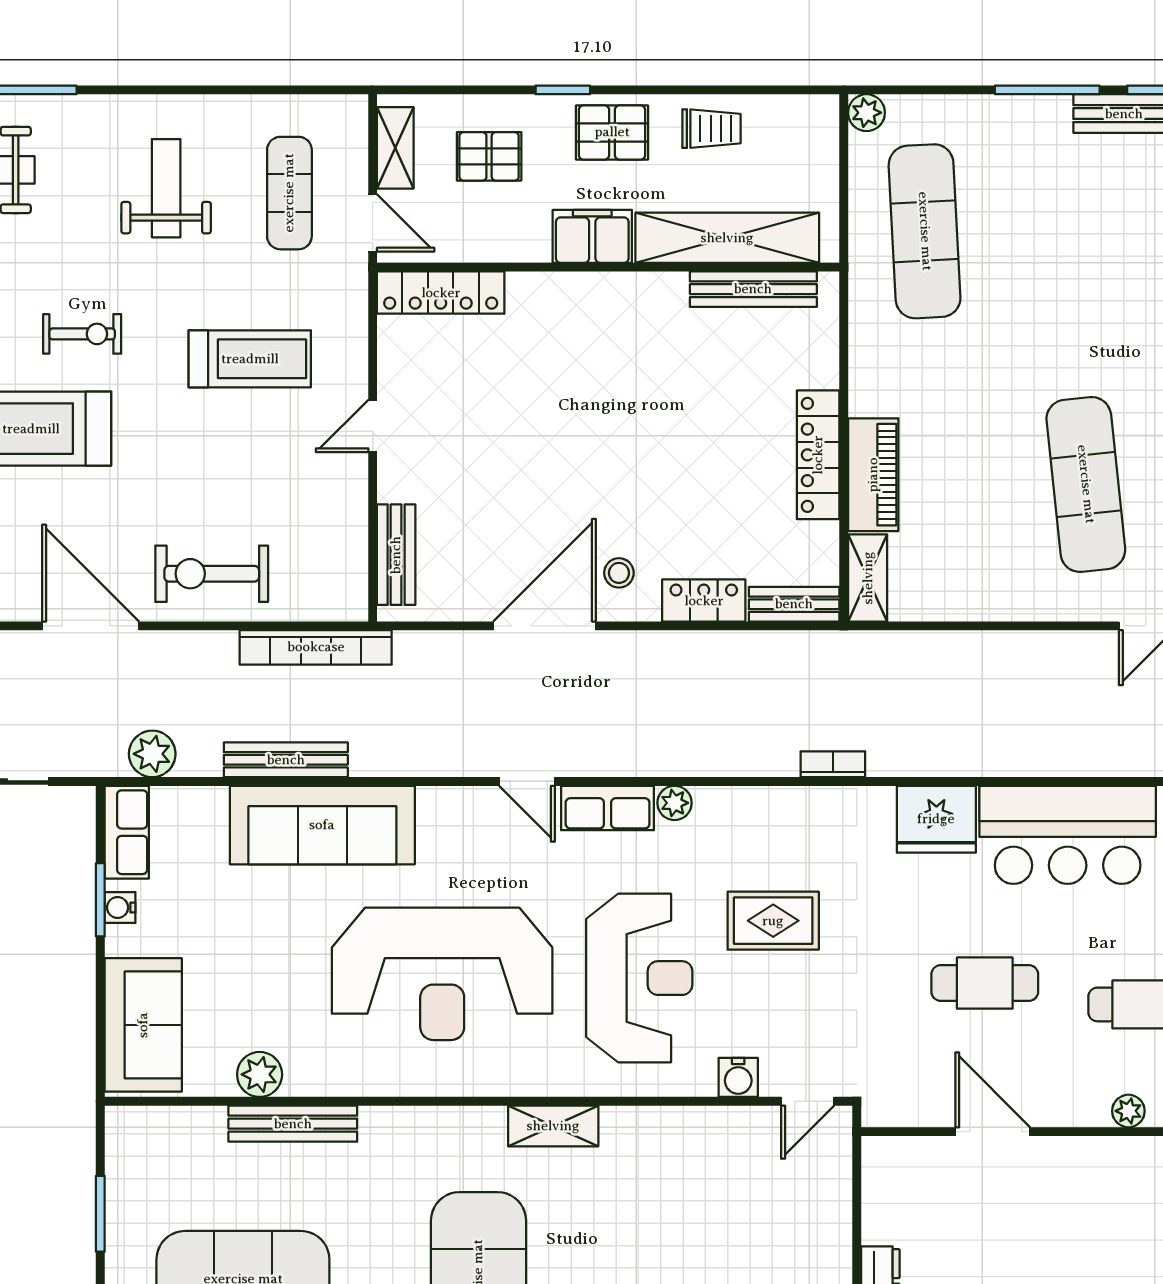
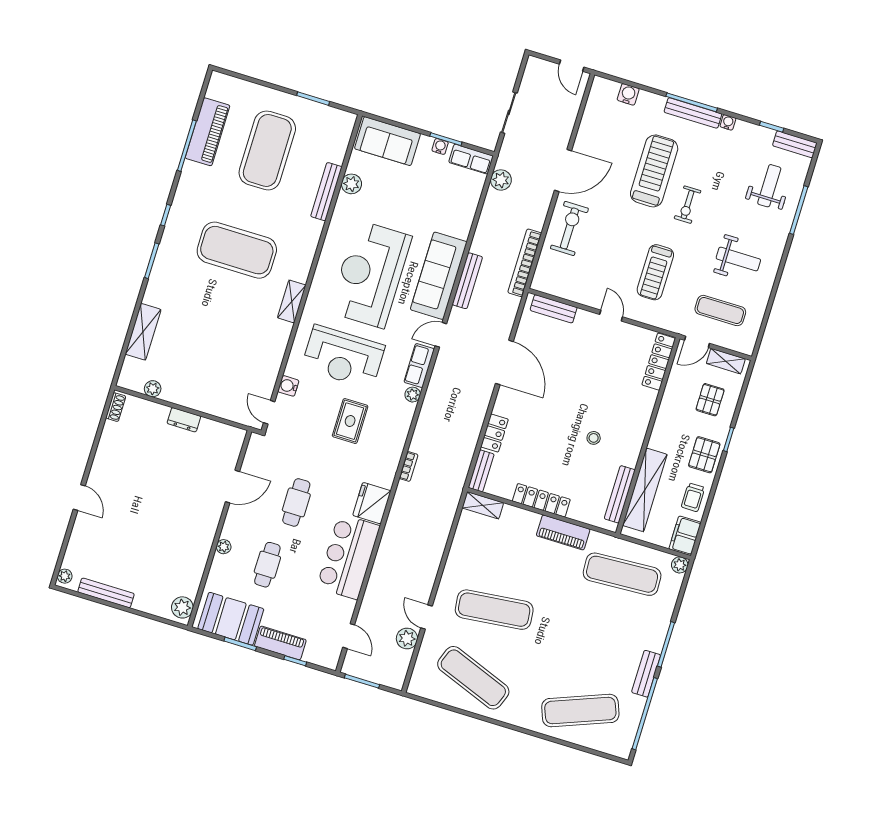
filing cabinet: (592, 236) -> (685, 536), moved, turned 180
piano: (873, 475) -> (563, 532), moved
stool: (619, 573) -> (594, 438), moved
bench: (286, 760) -> (467, 281), moved
sofa: (322, 825) -> (439, 276), moved

